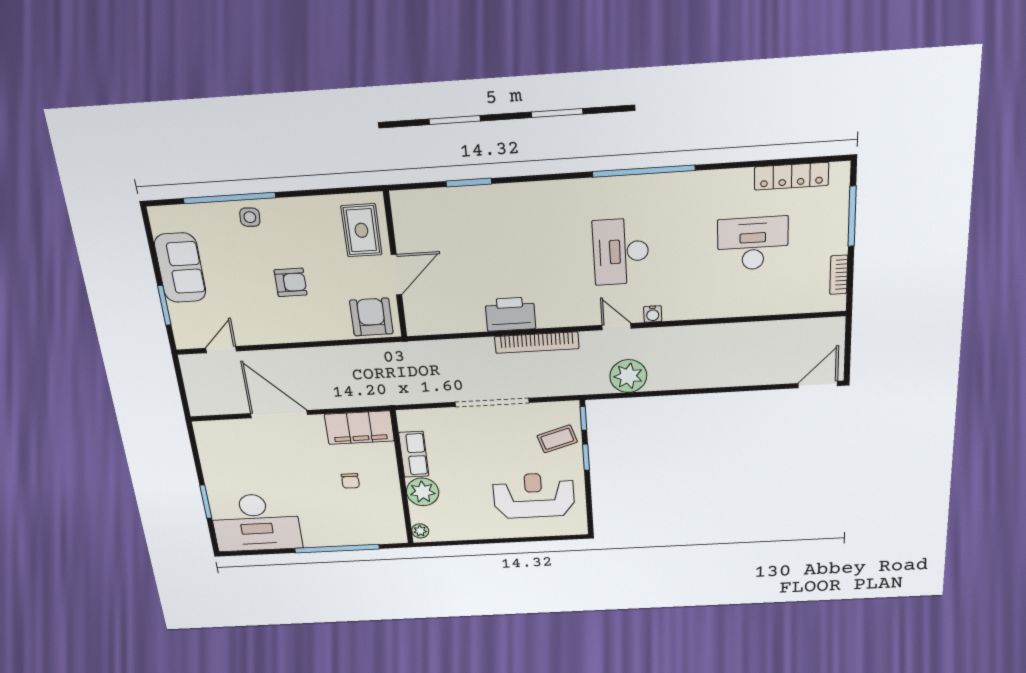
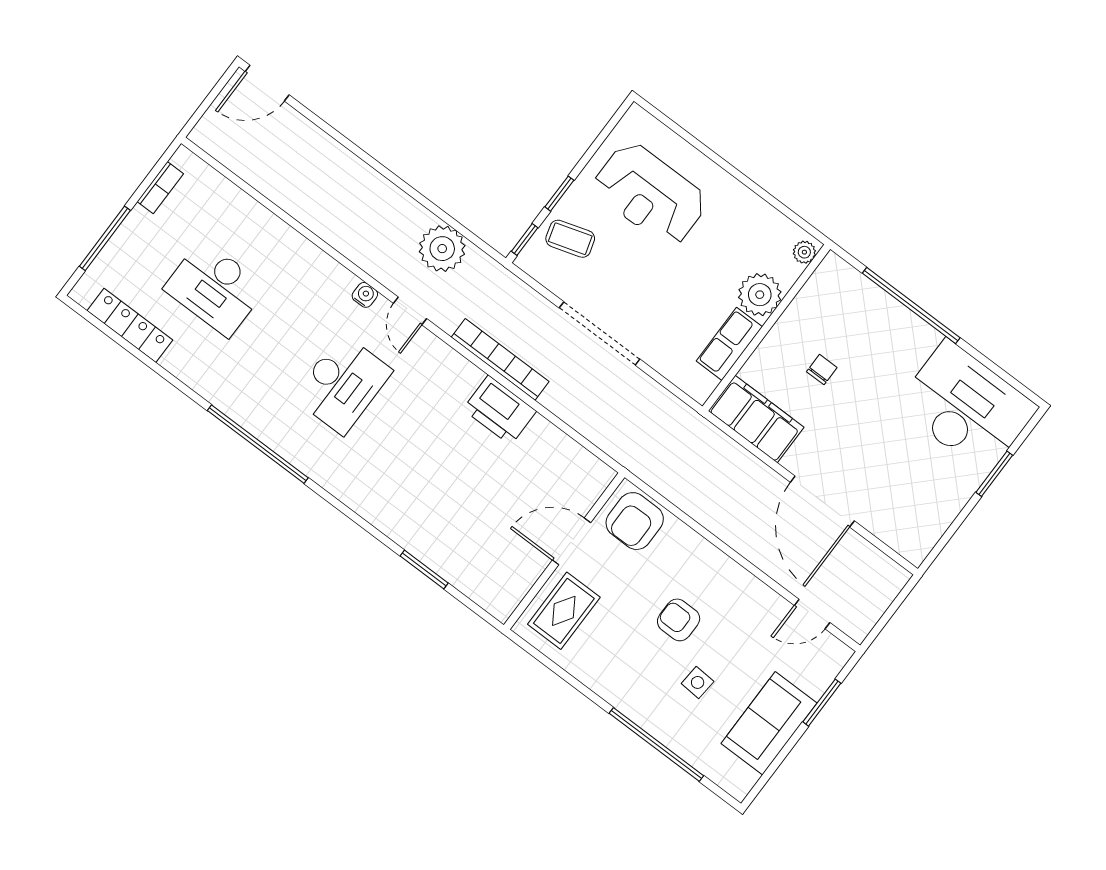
side table: (250, 217) -> (698, 682), moved

